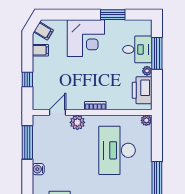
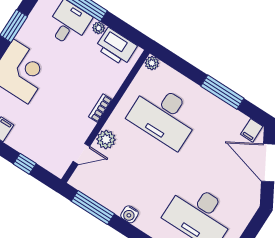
door: (58, 112) -> (81, 154), swing flipped

